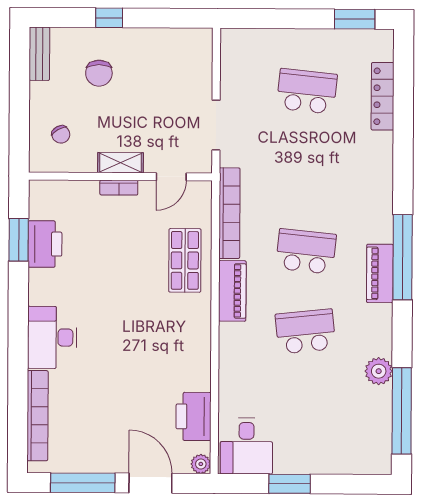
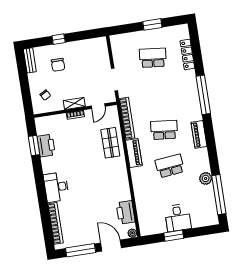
window: (355, 19) -> (152, 24), moved
window: (403, 257) -> (203, 95), moved
desk: (246, 446) -> (178, 218), moved

